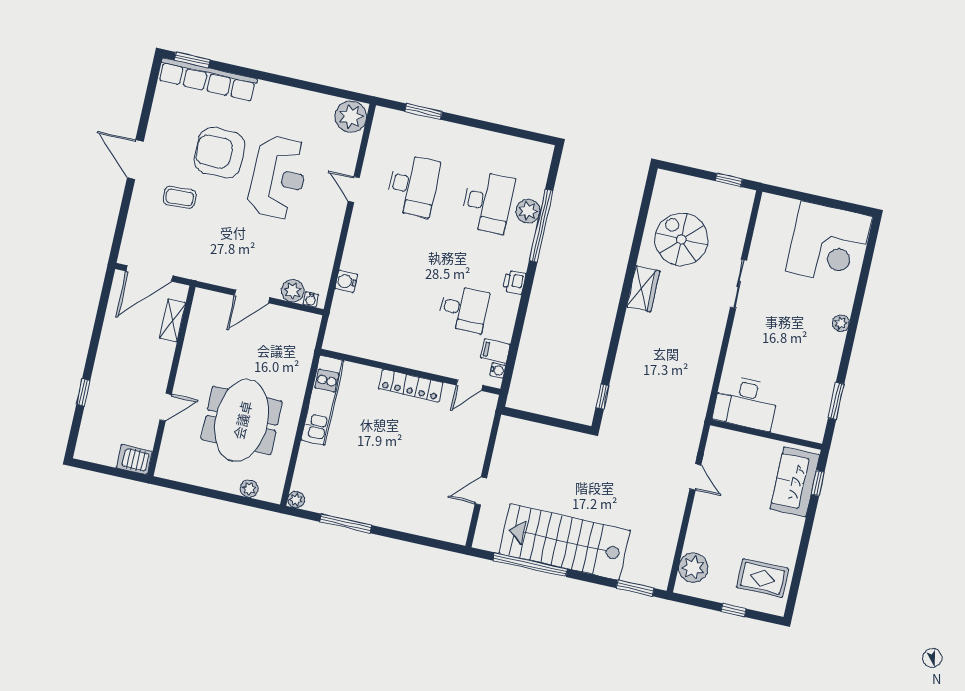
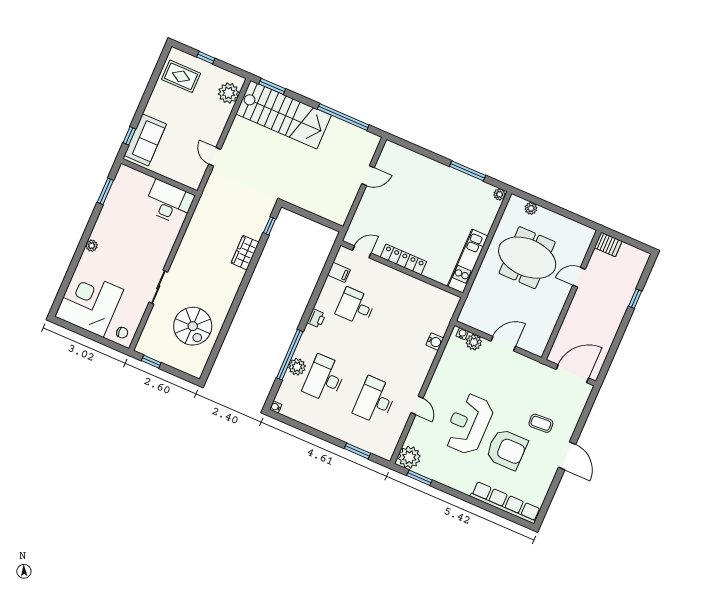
window: (192, 60) -> (419, 478), moved
chair: (776, 212) -> (122, 333), added
wardrobe: (643, 289) -> (245, 253), moved
shelving: (173, 320) -> (562, 337), removed
water cooler: (498, 370) -> (276, 407), moved
meeting table: (242, 420) -> (527, 258), turned 90
stairs: (565, 542) -> (284, 115), moved

